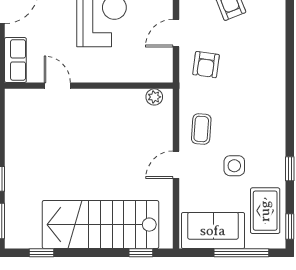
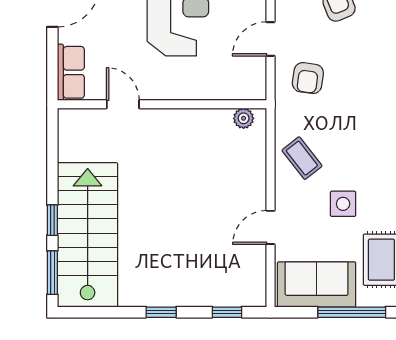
coffee table: (201, 129) -> (302, 158), turned -42
door: (176, 165) -> (270, 227), moved
stairs: (100, 225) -> (88, 235), moved, turned 90
window: (41, 253) -> (161, 312), moved

